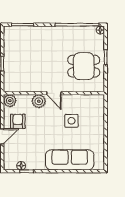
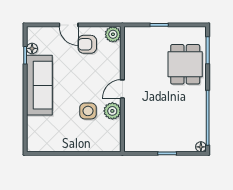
dining table: (84, 66) -> (185, 64), moved
plant: (39, 101) -> (112, 111), moved
armchair: (18, 121) -> (87, 44), turned 180
sofa: (70, 160) -> (39, 85), moved

